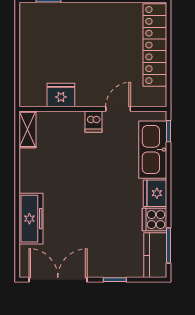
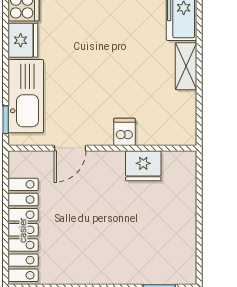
dishwasher: (93, 122) -> (125, 132), moved
shelving: (27, 129) -> (186, 66), moved

